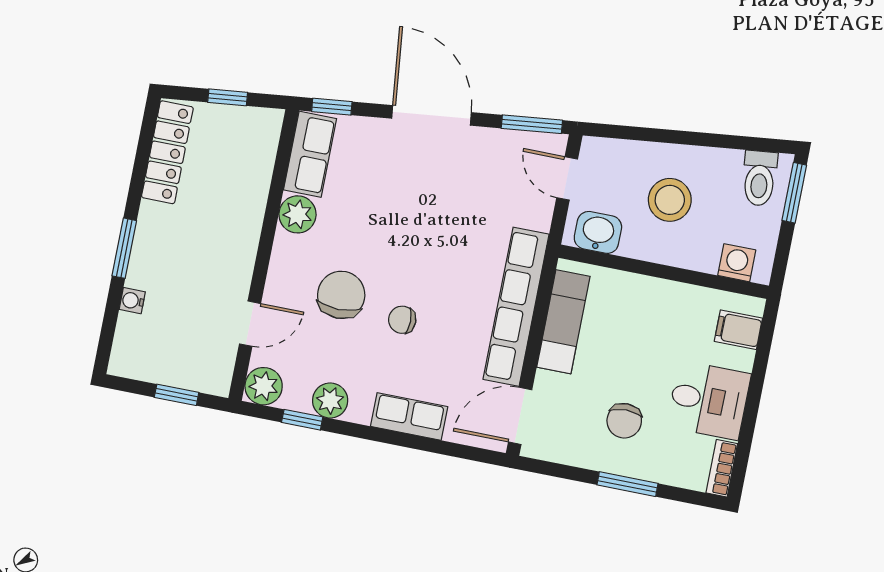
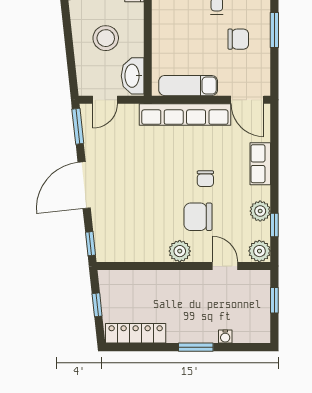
row of seats: (310, 154) -> (120, 251), removed
plant: (298, 214) -> (180, 251), moved
washbasin: (598, 232) -> (133, 76), width x1.38

